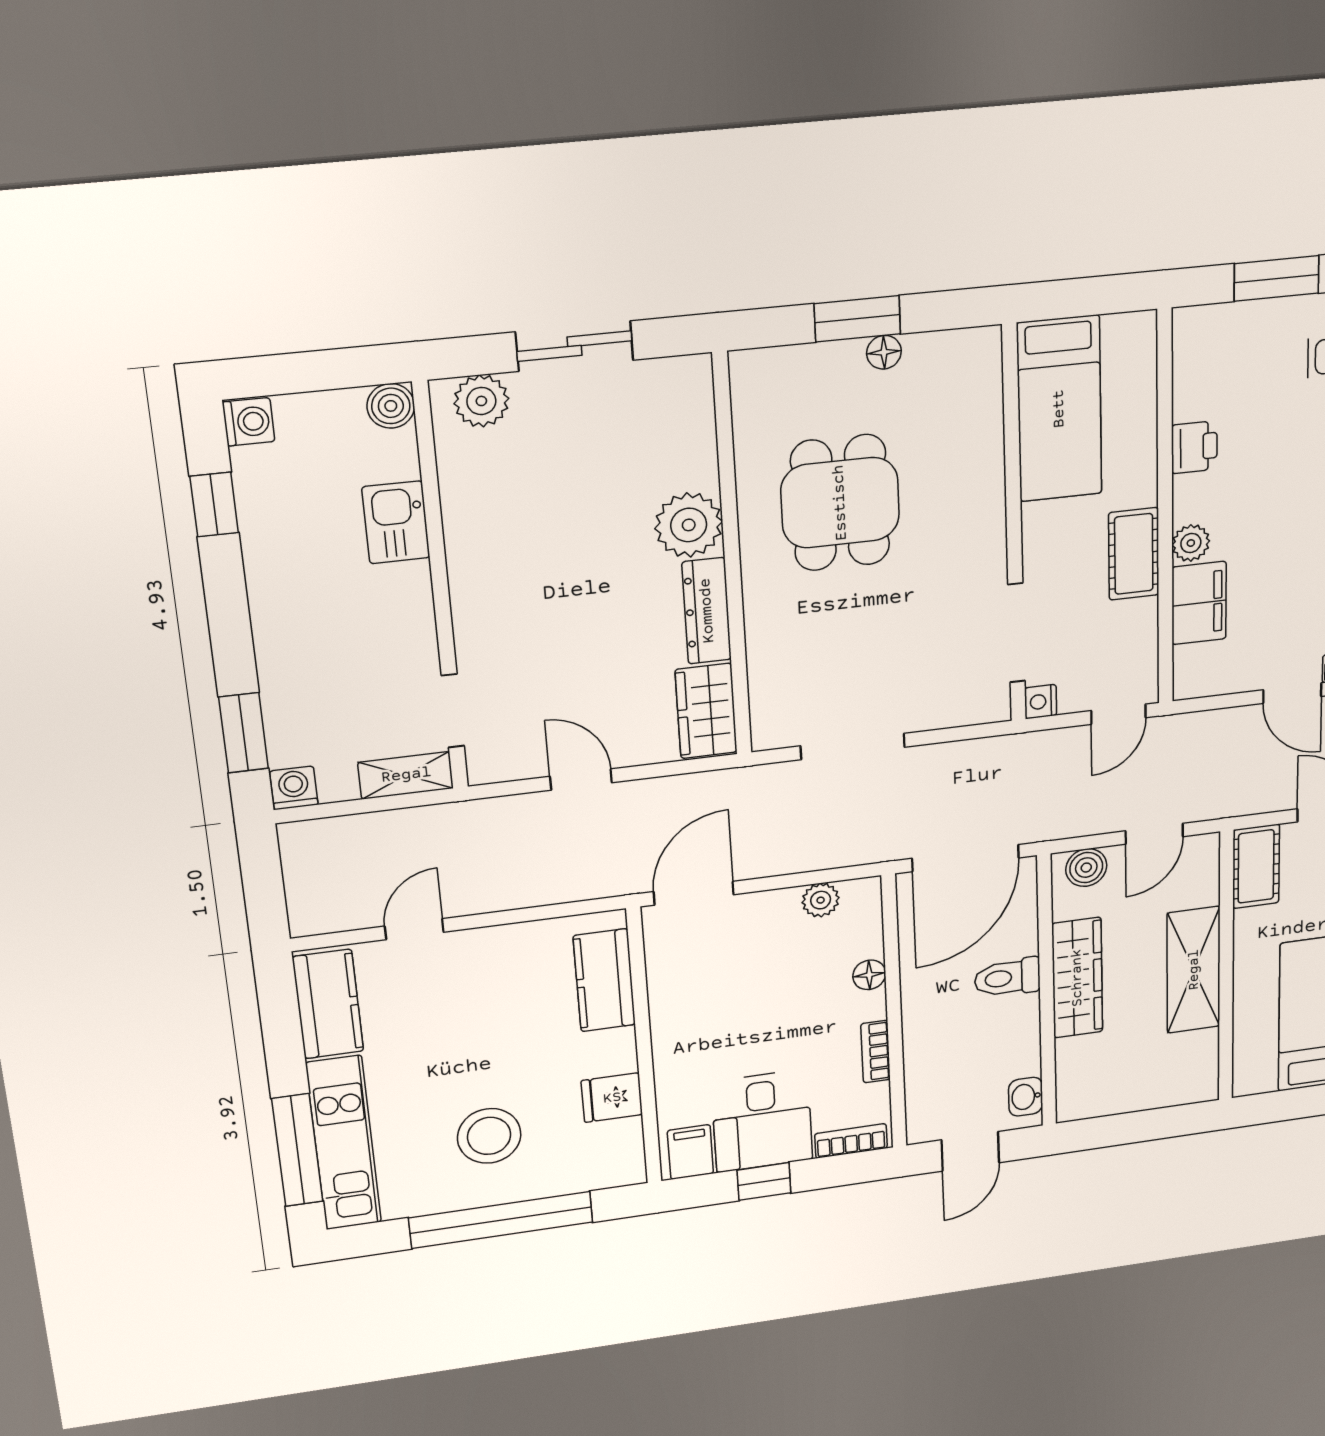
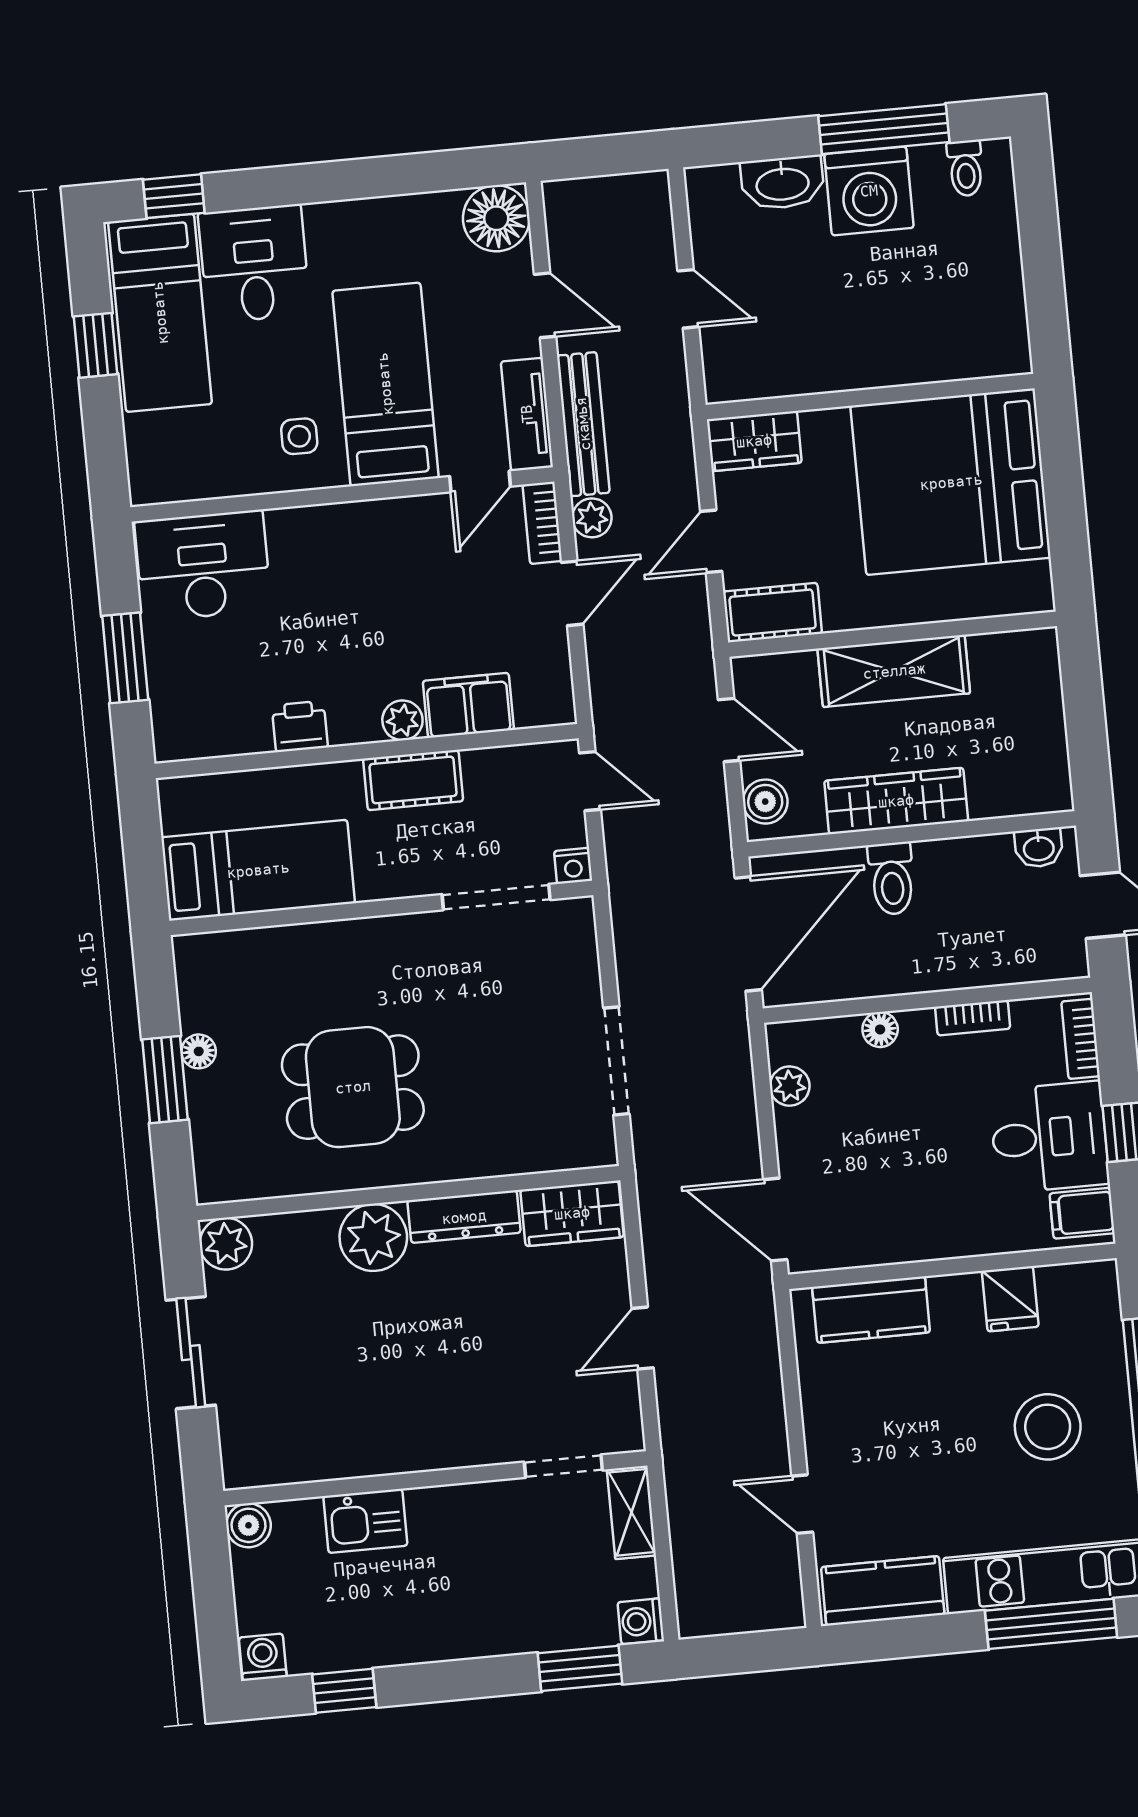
plant: (481, 401) -> (226, 1244), moved
door: (965, 858) -> (748, 934), hinge flipped

